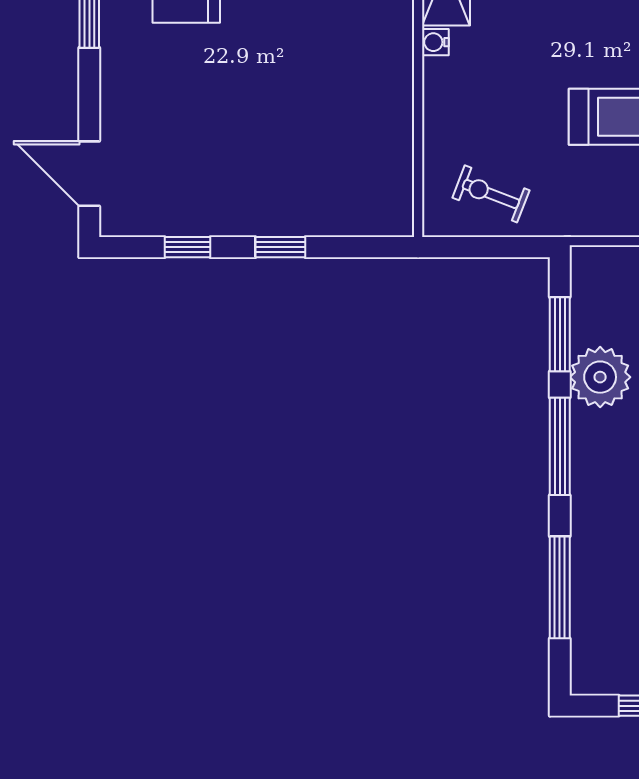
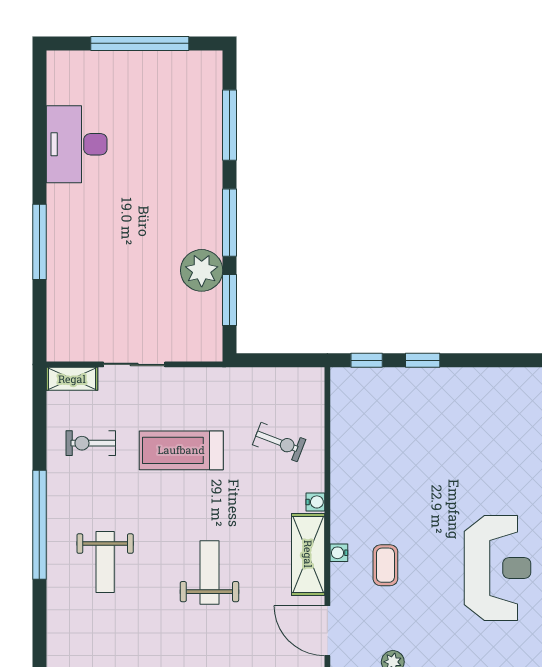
exercise bike: (491, 194) -> (279, 442), moved
window: (187, 247) -> (367, 360), moved

